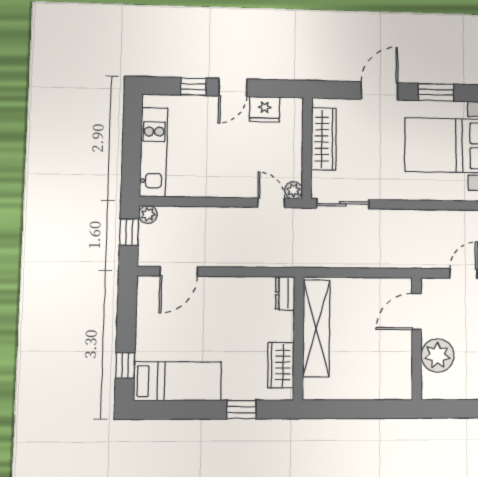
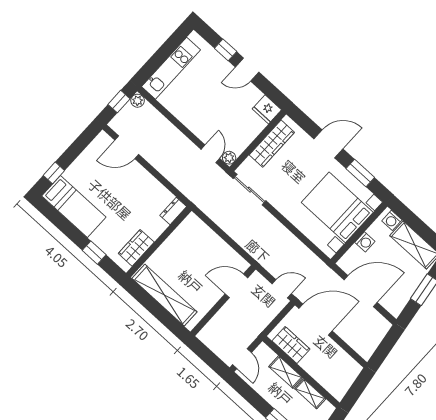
fridge: (265, 109) -> (267, 109), moved
shelving: (316, 328) -> (165, 295), moved, turned 90
plant: (437, 355) -> (226, 320), removed

